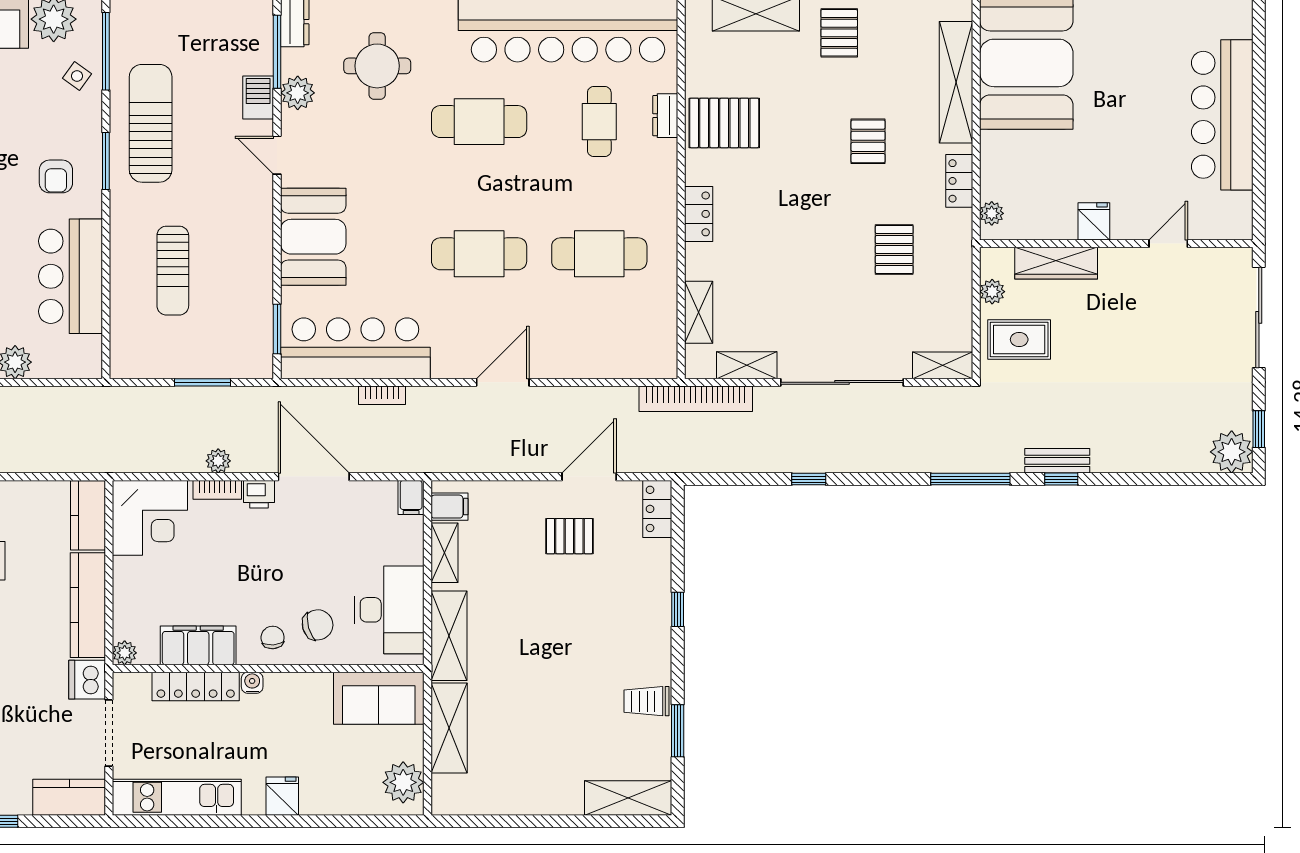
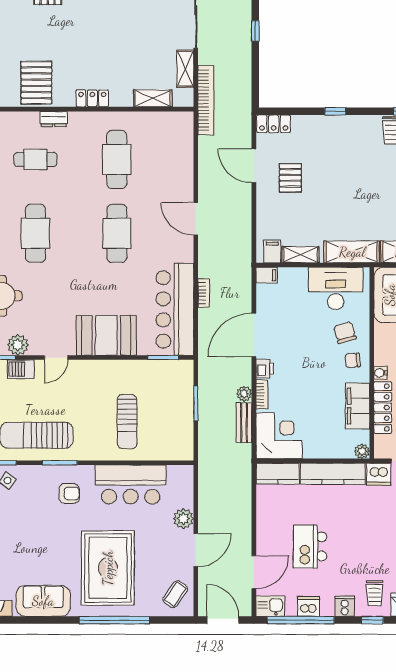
dresser: (665, 116) -> (54, 119), moved
sun lounger: (173, 271) -> (127, 422), turned 90
bench: (171, 461) -> (244, 423), added

